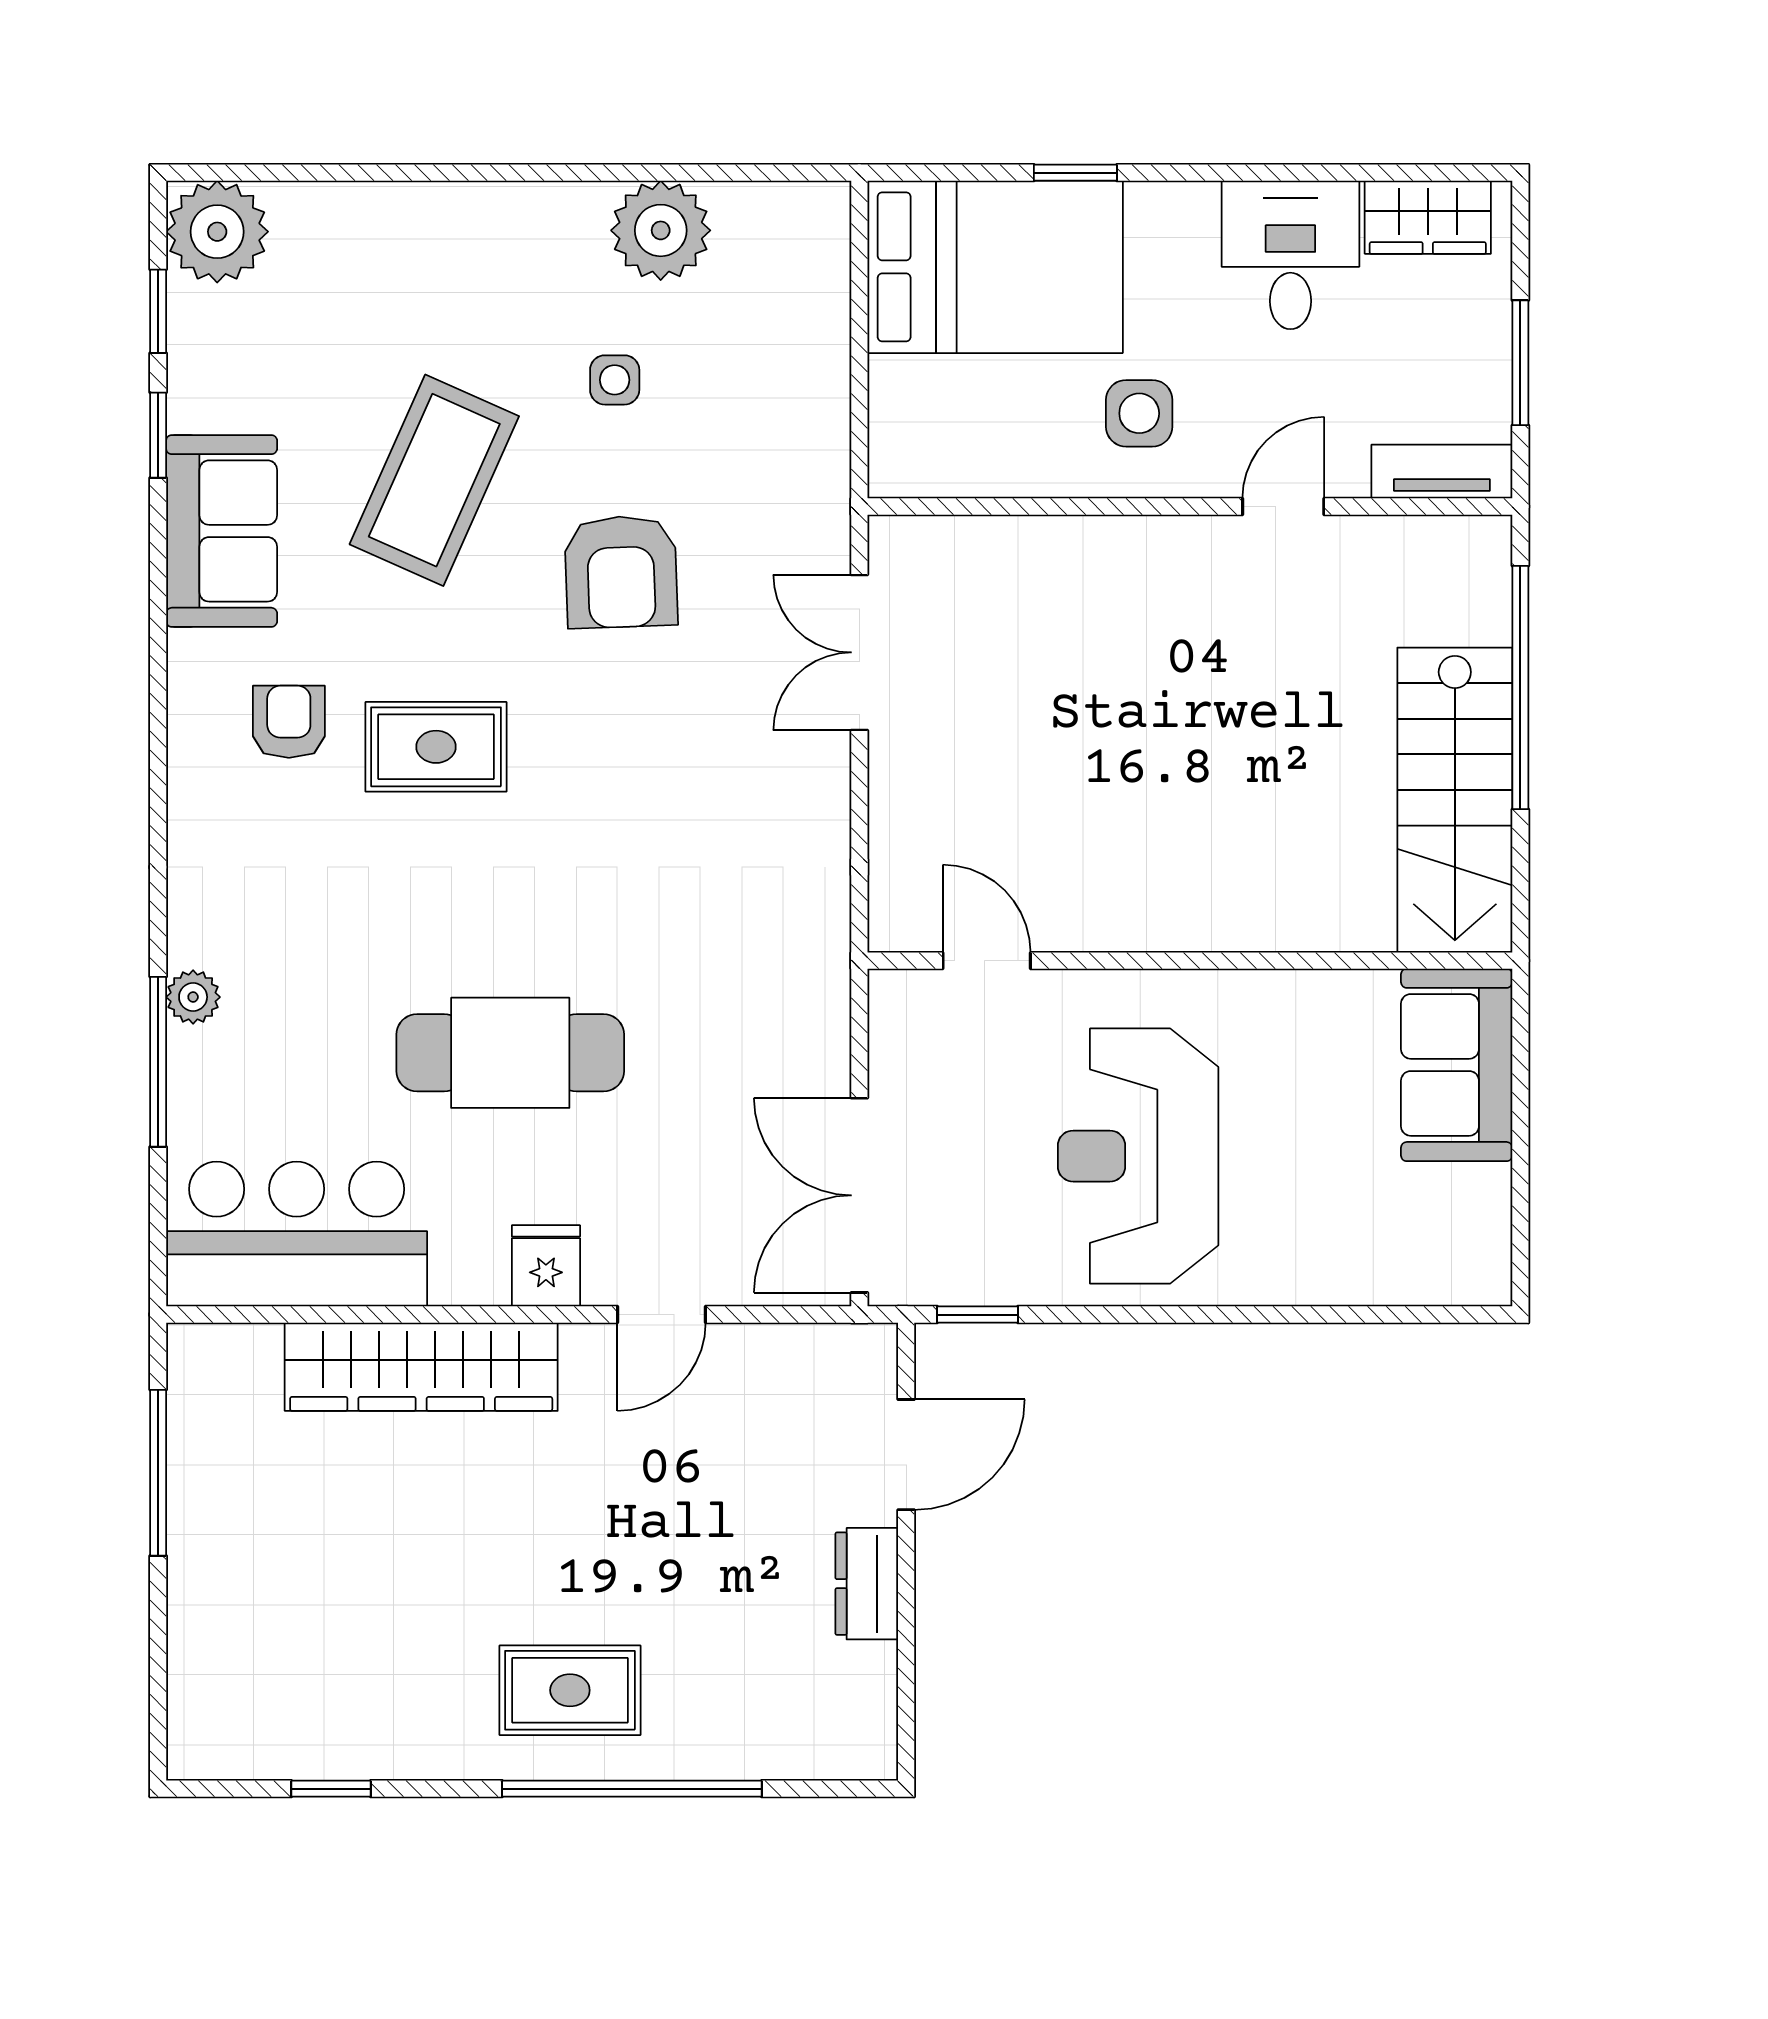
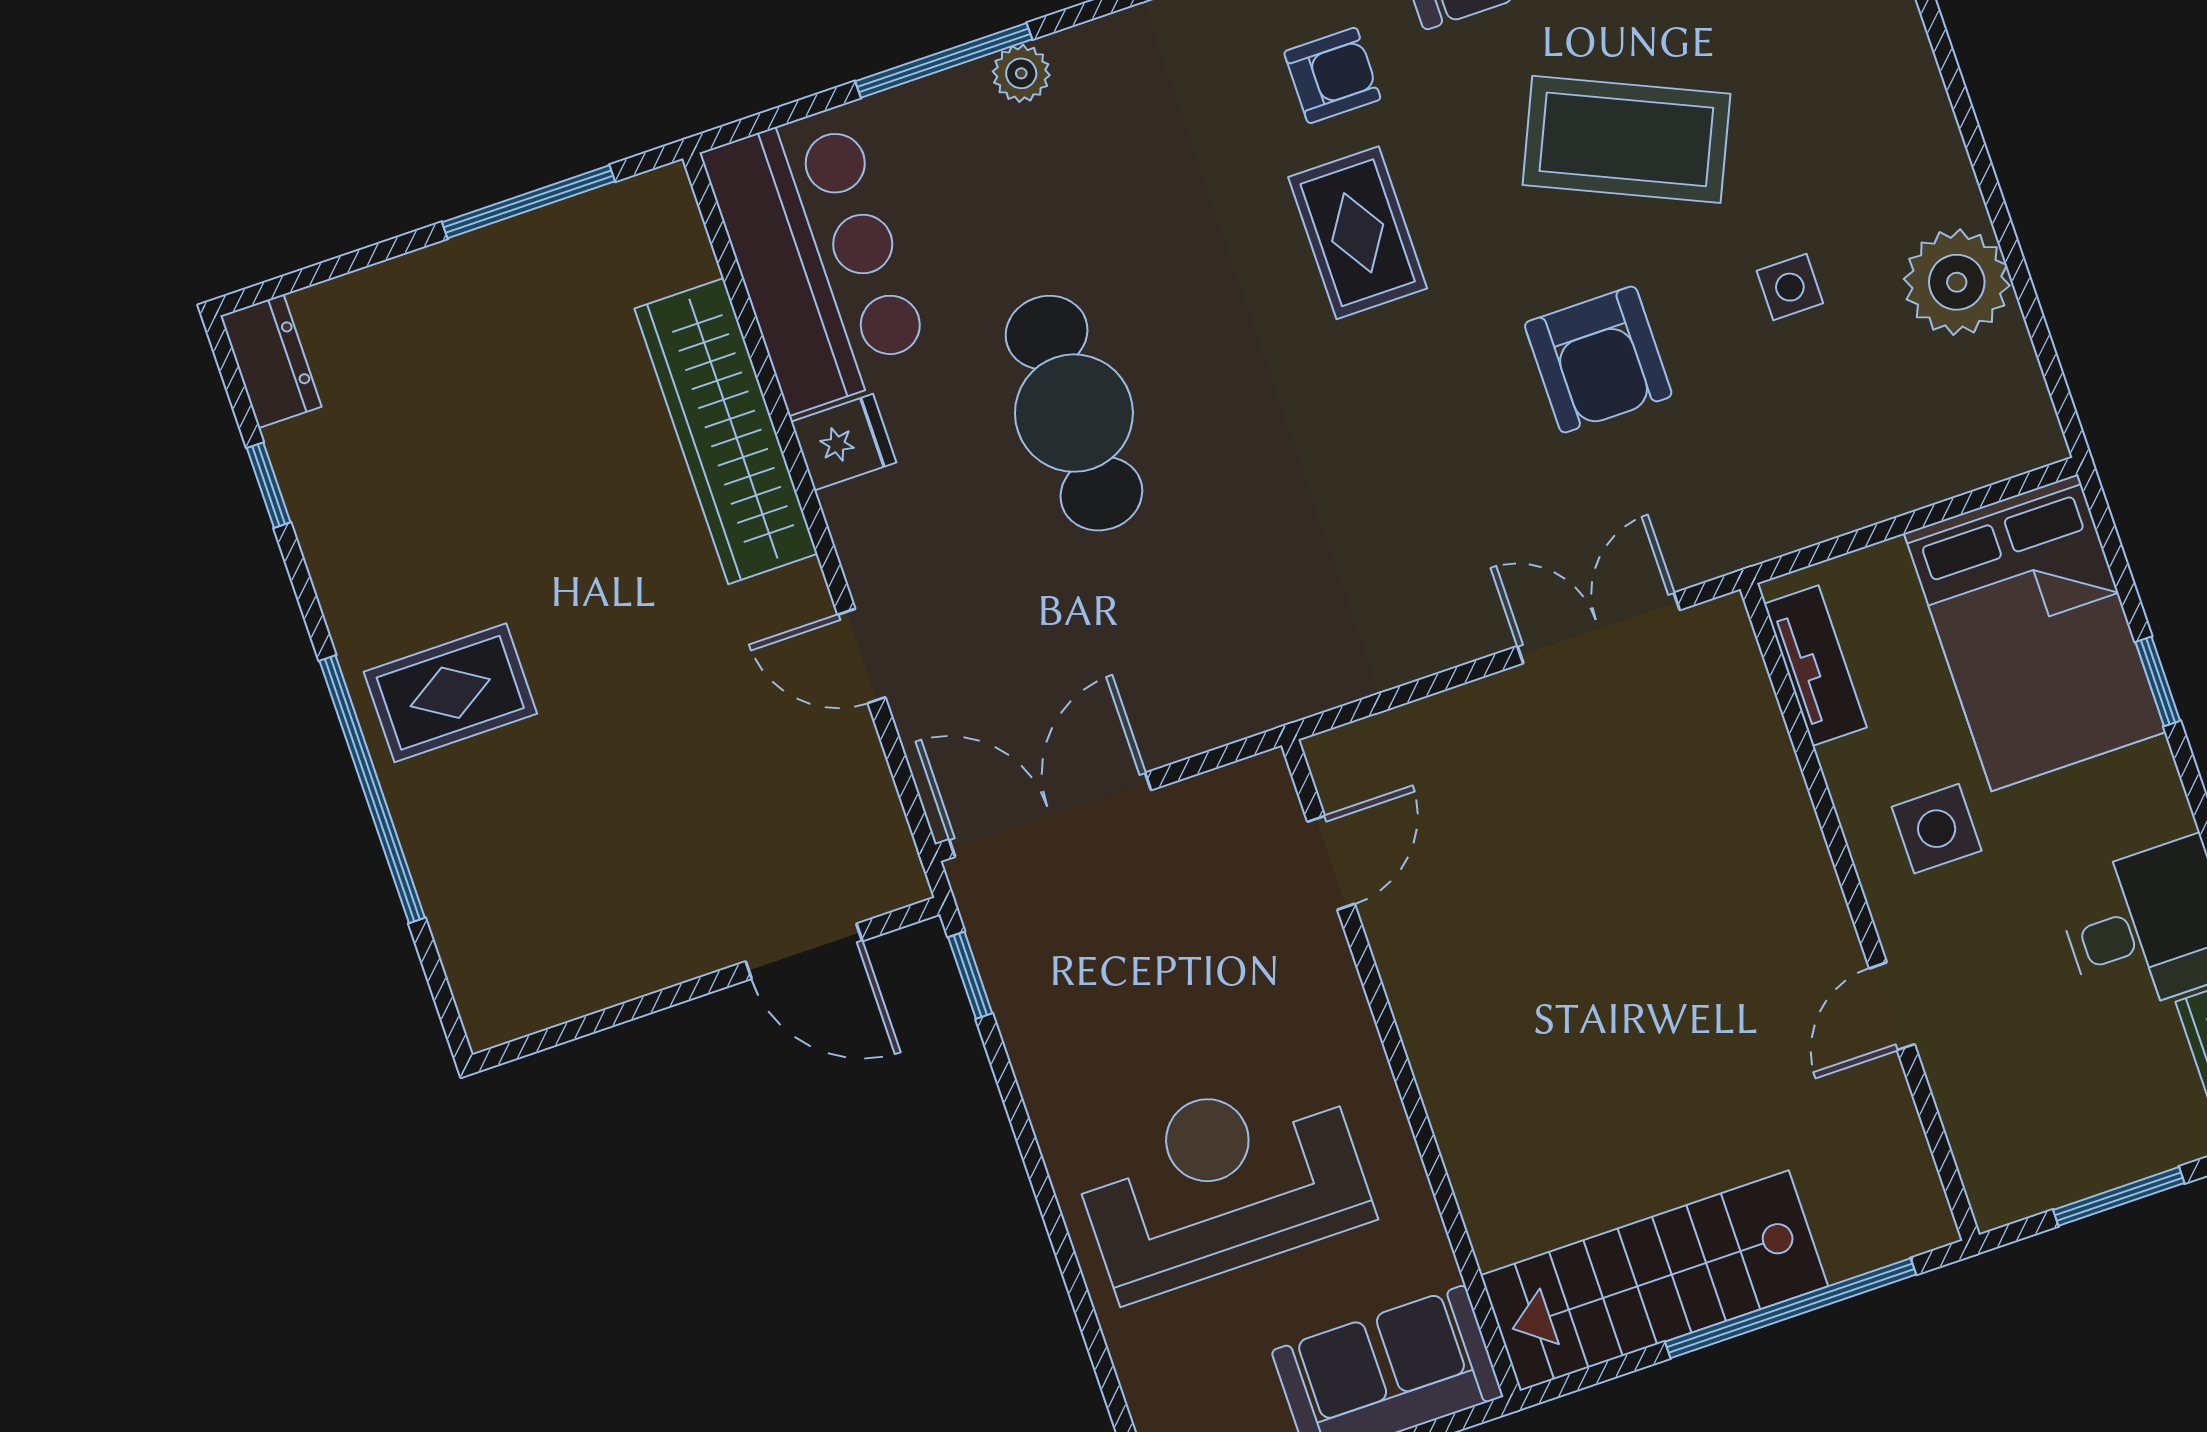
tv unit: (1442, 472) -> (1815, 666), moved
door: (1283, 507) -> (1892, 1006), swing flipped
armchair: (621, 572) -> (1598, 360), turned -88
reception desk: (1138, 1156) -> (1222, 1182), moved
fridge: (546, 1266) -> (844, 442), moved
dresser: (867, 1584) -> (271, 361), moved, turned 90
rug: (570, 1690) -> (450, 693), turned 90

